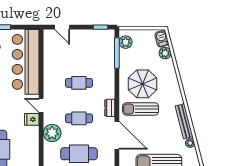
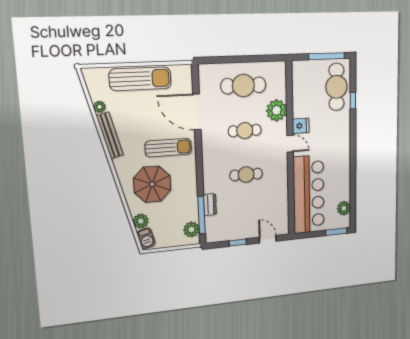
window: (101, 27) -> (238, 243), moved
parasol: (143, 84) -> (152, 184), moved
dresser: (110, 108) -> (210, 205), moved

